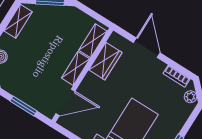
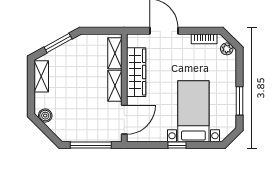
wardrobe: (105, 61) -> (136, 72), width x1.50
window: (23, 106) -> (91, 145), width x1.44

